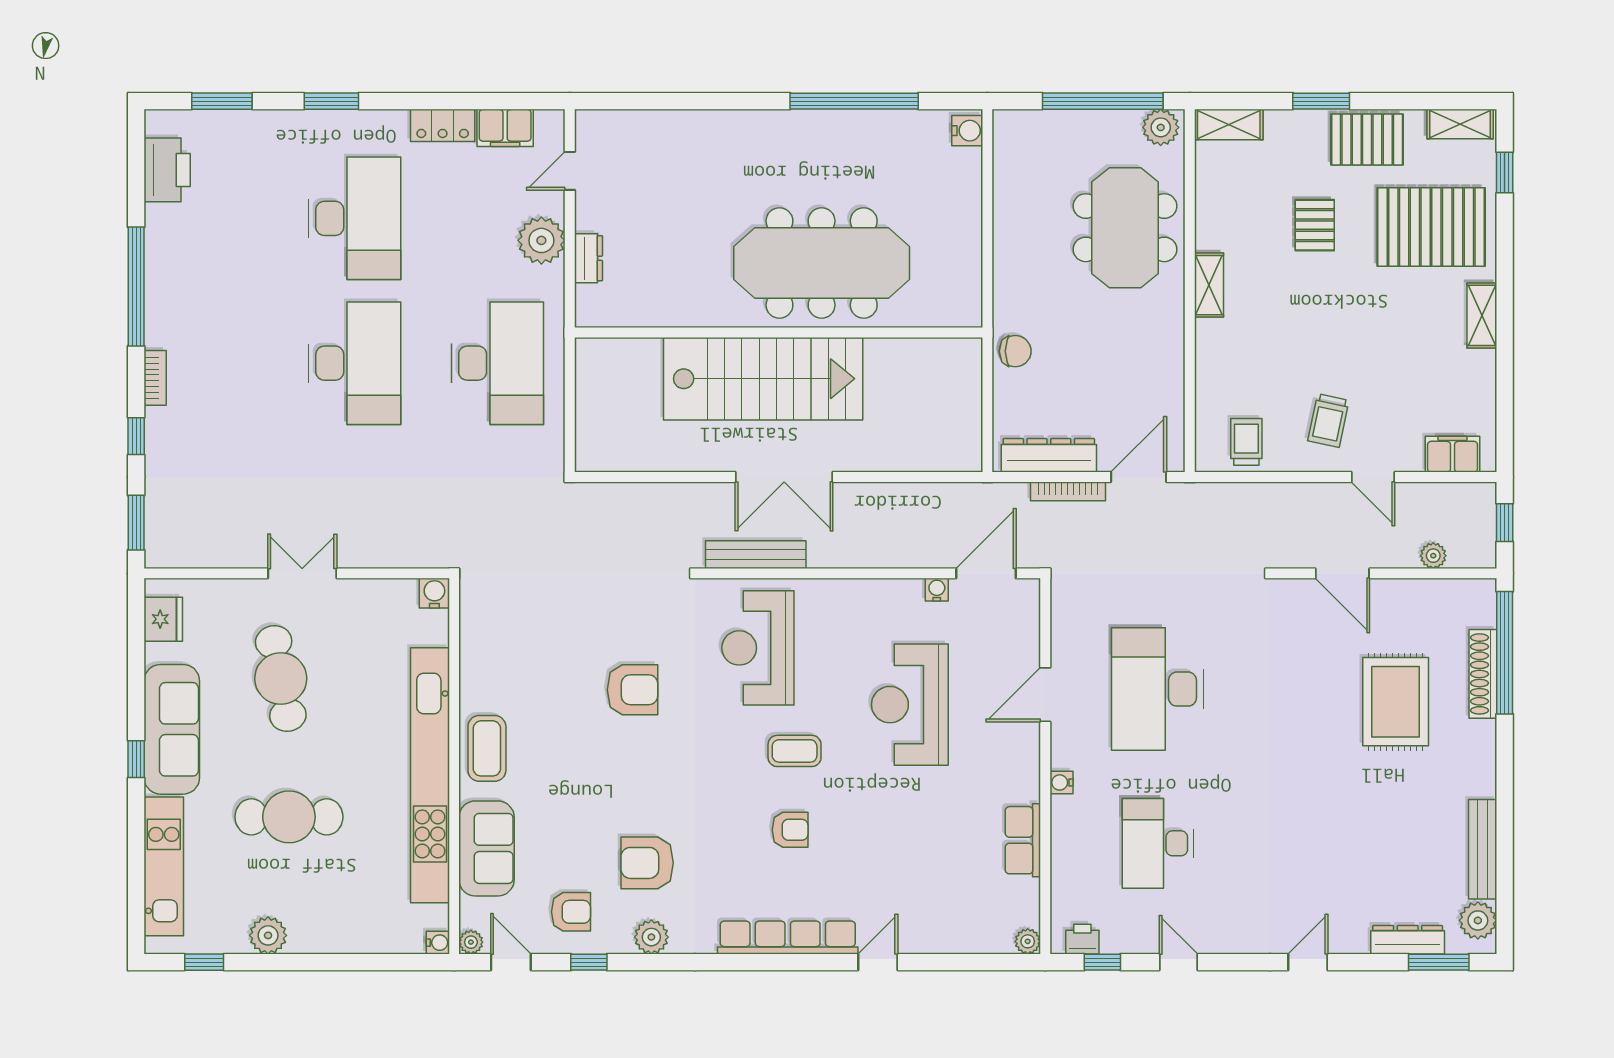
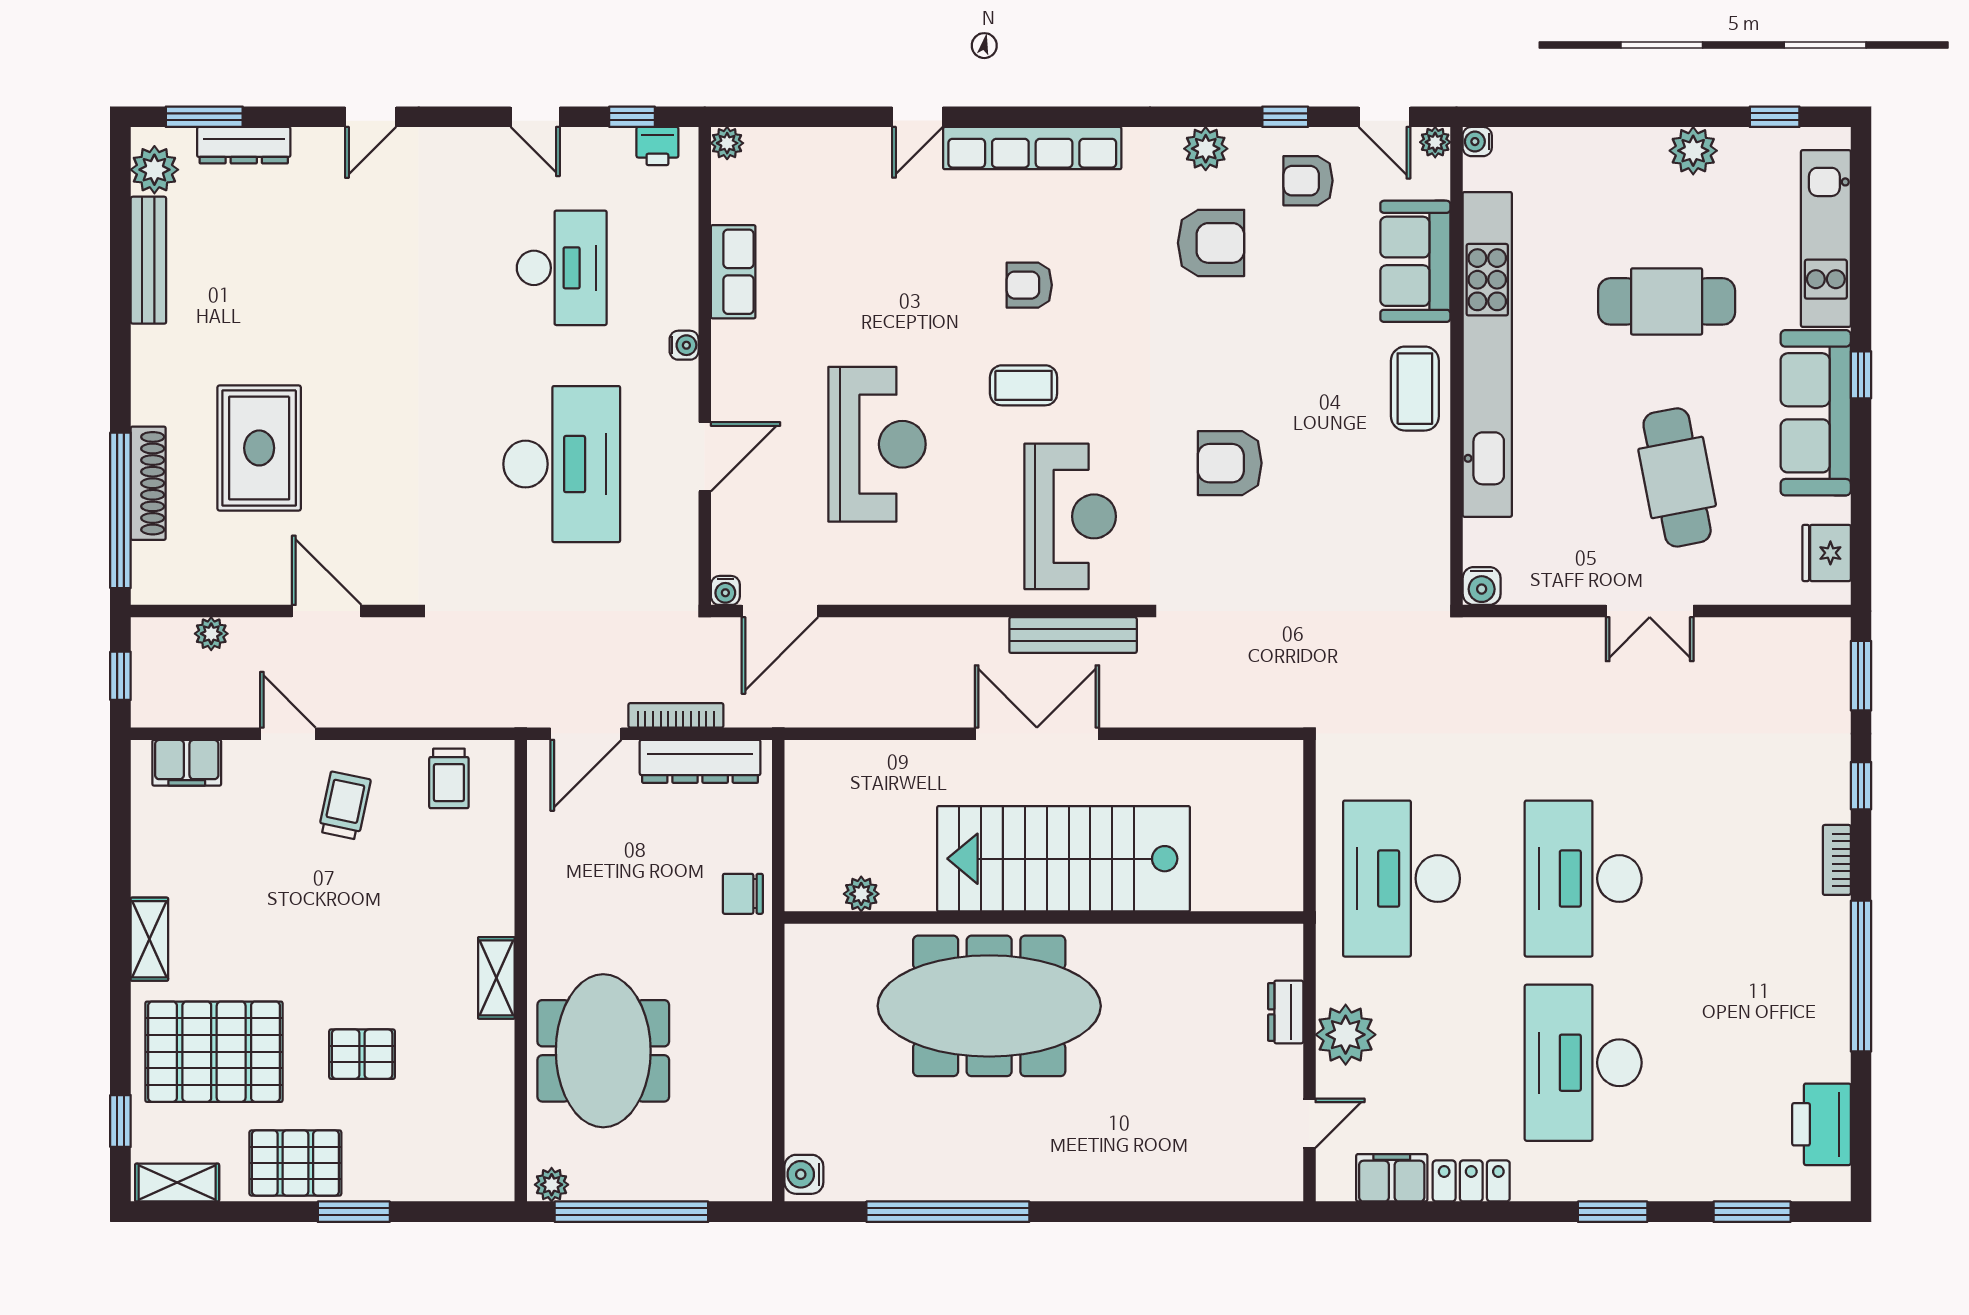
shelving: (1229, 125) -> (471, 1182), removed
plant: (1161, 127) -> (552, 1185), width x0.73, depth x0.73
pallet: (1315, 225) -> (362, 1054), turned 90
plant: (922, 351) -> (861, 894), added
water cooler: (937, 590) -> (725, 590), moved

